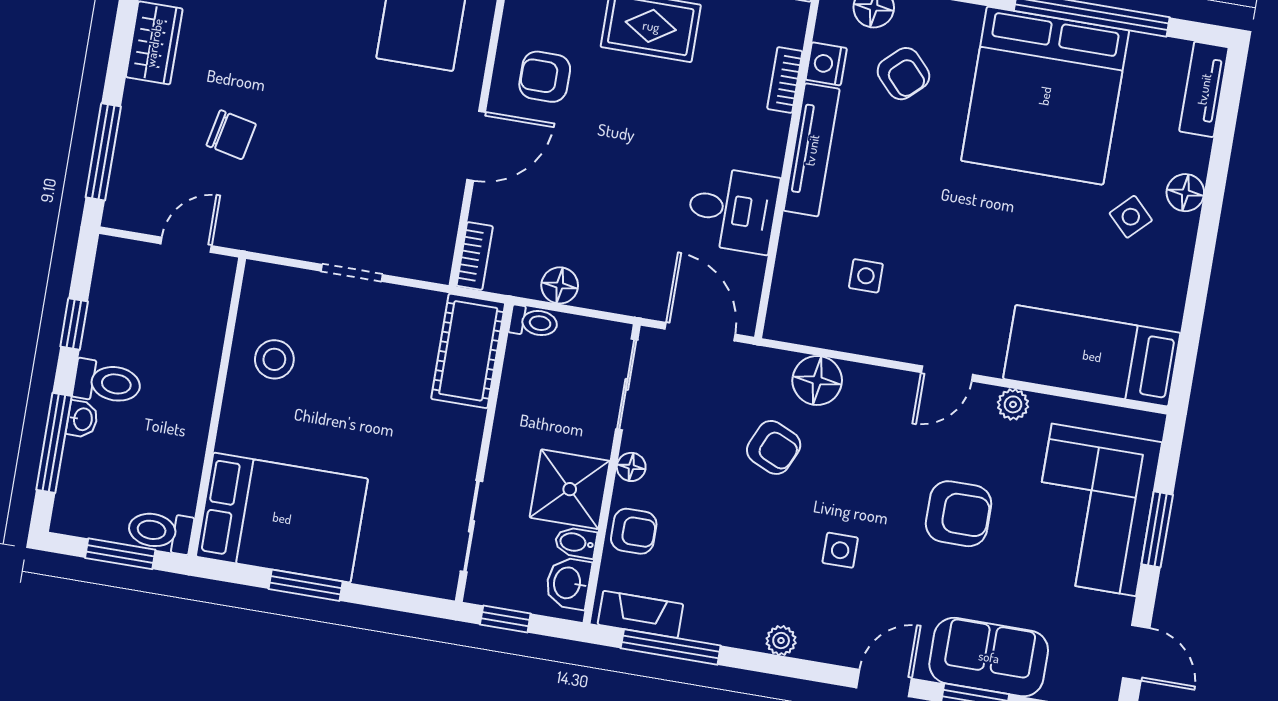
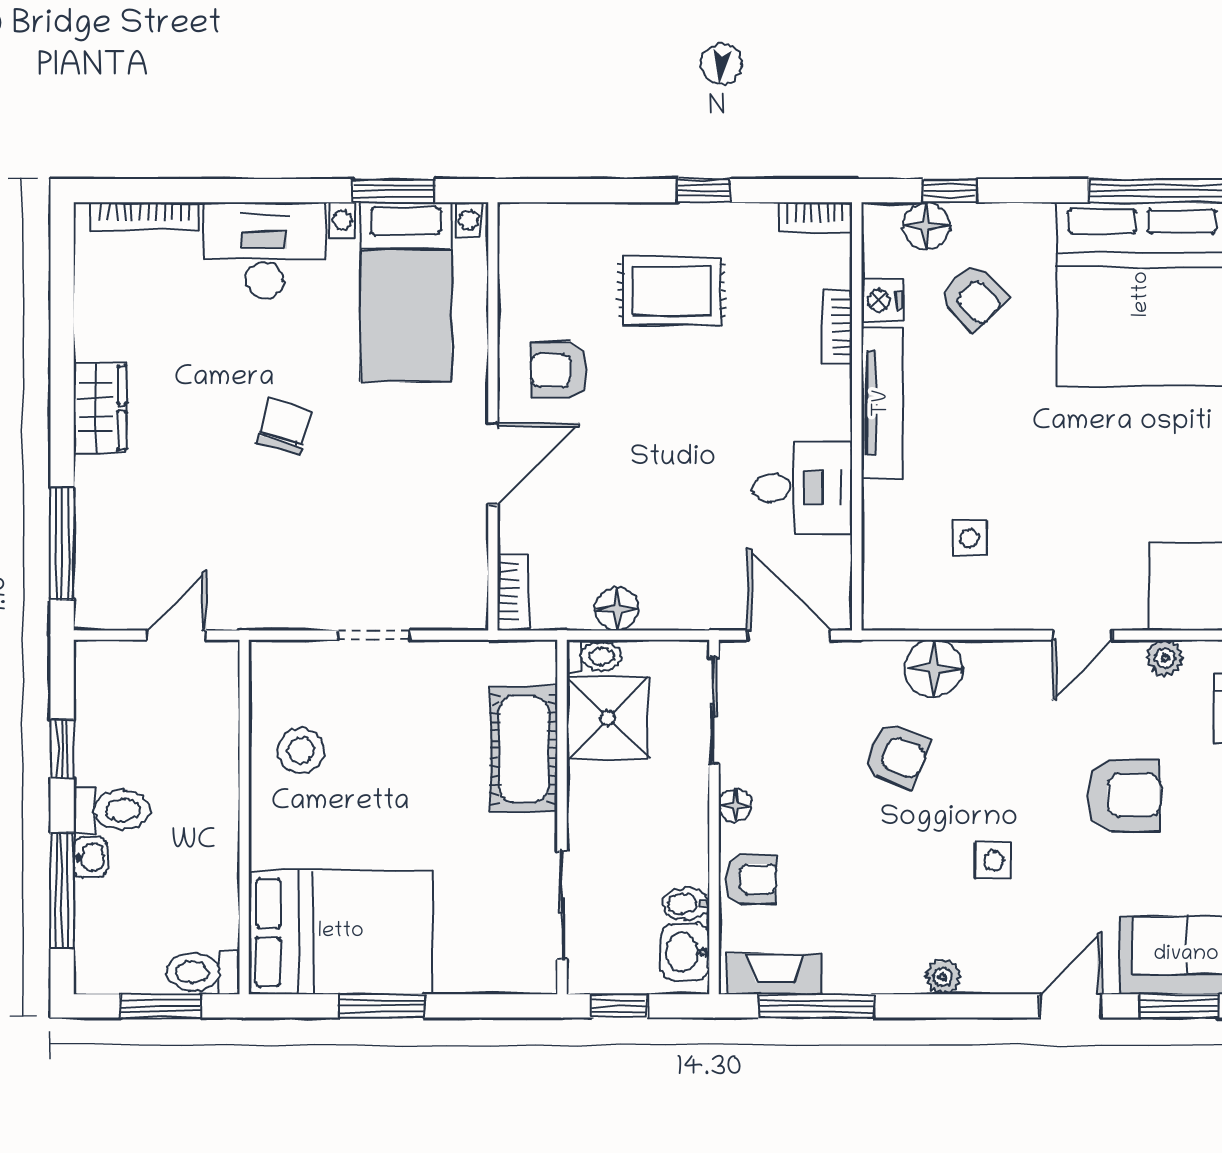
chair: (231, 135) -> (284, 427), moved, turned -86
cot: (468, 351) -> (524, 749), moved
shower: (570, 489) -> (607, 718), moved

